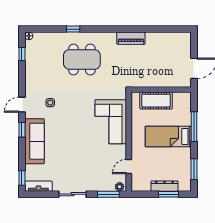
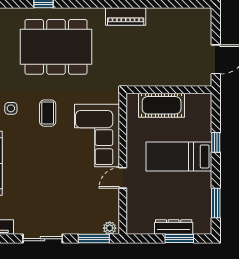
dining table: (82, 59) -> (56, 47), width x1.36, depth x1.24
coffee table: (76, 106) -> (48, 113), added
window: (194, 127) -> (216, 142), width x0.46
door: (129, 166) -> (123, 178), moved

